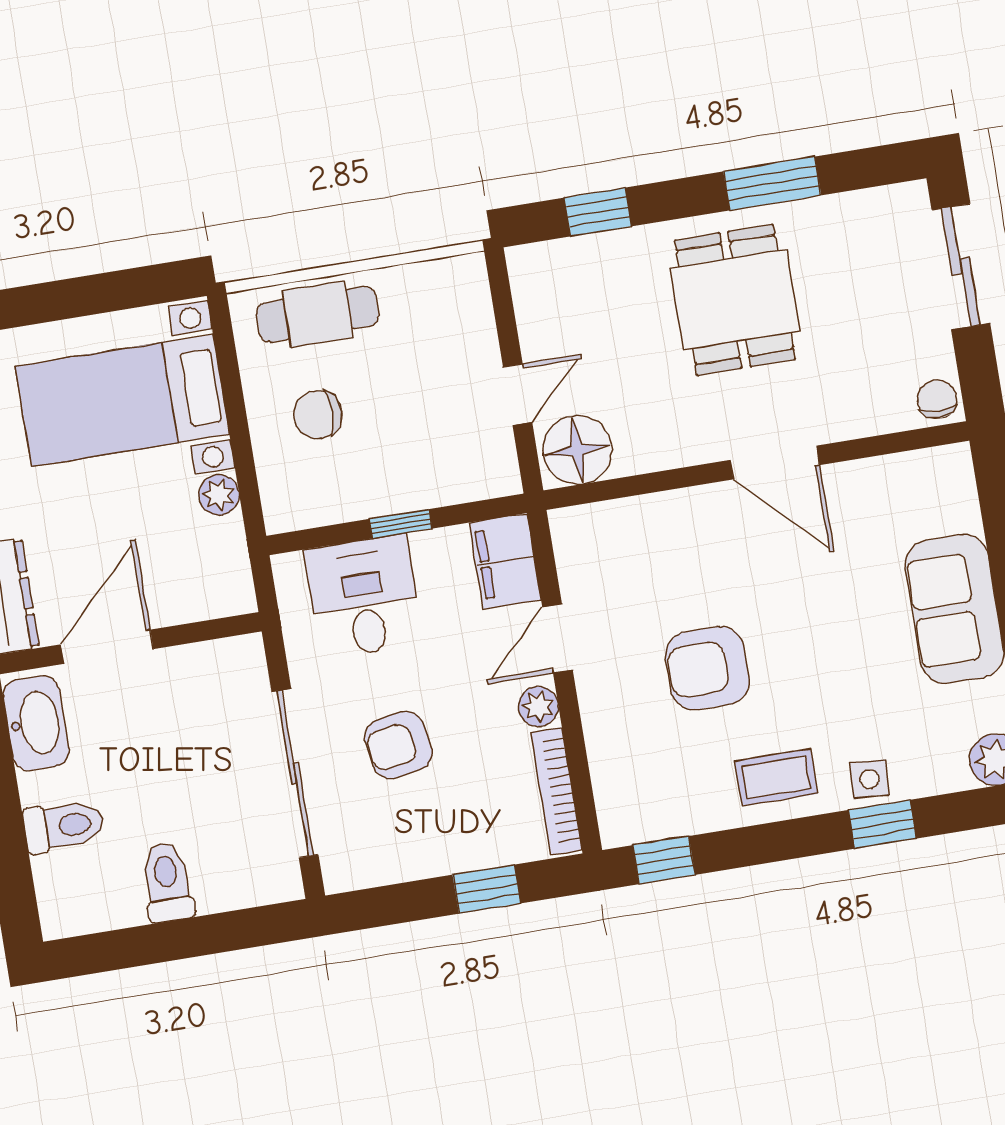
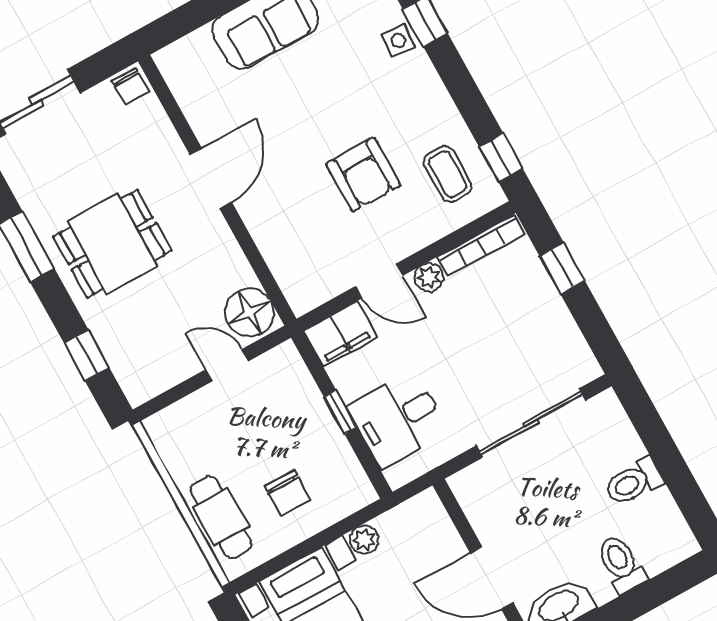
chair: (937, 399) -> (130, 86), turned -90
armchair: (398, 745) -> (488, 361), removed
coffee table: (776, 777) -> (448, 174), moved

